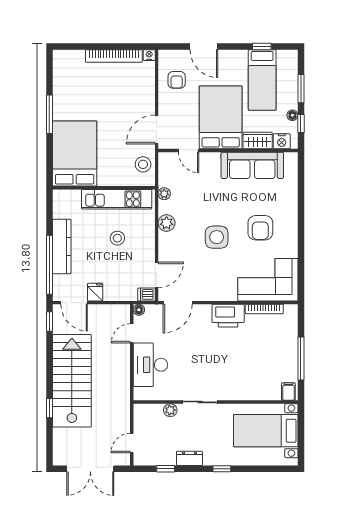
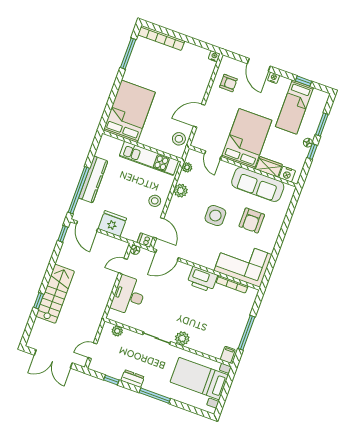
nightstand: (226, 55) -> (274, 78), added
bookcase: (114, 56) -> (161, 38), moved
armchair: (177, 80) -> (228, 83), turned -90
window: (49, 114) -> (128, 54), moved
bed: (221, 117) -> (247, 139), moved
wardrobe: (258, 141) -> (269, 167), moved
nightstand: (282, 141) -> (287, 174), moved
door: (189, 150) -> (213, 155), moved
wall: (228, 150) -> (243, 166), moved
sofa: (252, 165) -> (258, 184), moved
stool: (117, 238) -> (155, 201), moved
door: (157, 275) -> (159, 228), hinge flipped
fridge: (95, 292) -> (112, 224), width x1.88, depth x1.34
stairs: (72, 381) -> (55, 294), width x0.73, depth x0.66
plant: (230, 392) -> (182, 338), added
plant: (170, 410) -> (117, 331), moved
window: (222, 469) -> (155, 396), width x2.17

